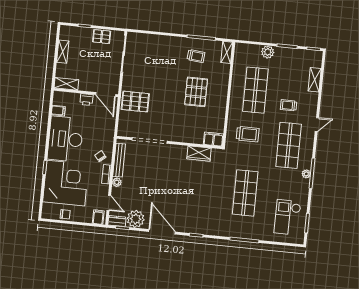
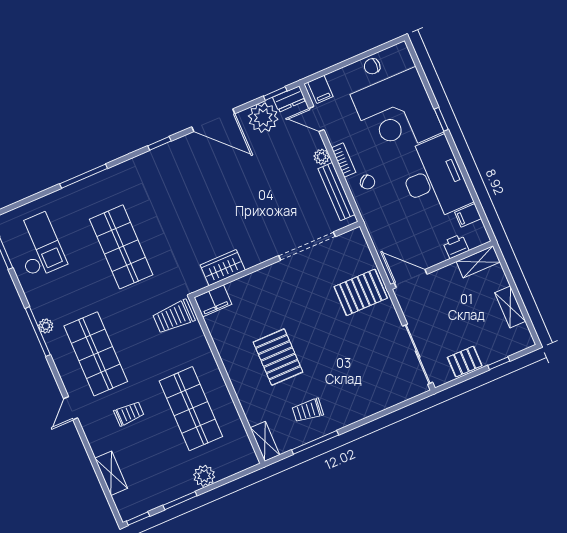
printer: (86, 100) -> (456, 246), moved
trolley: (248, 134) -> (174, 317), moved

